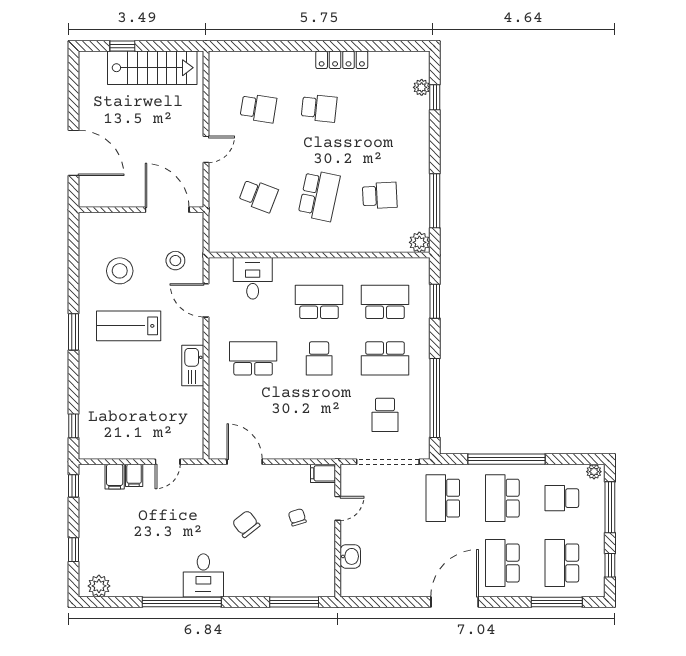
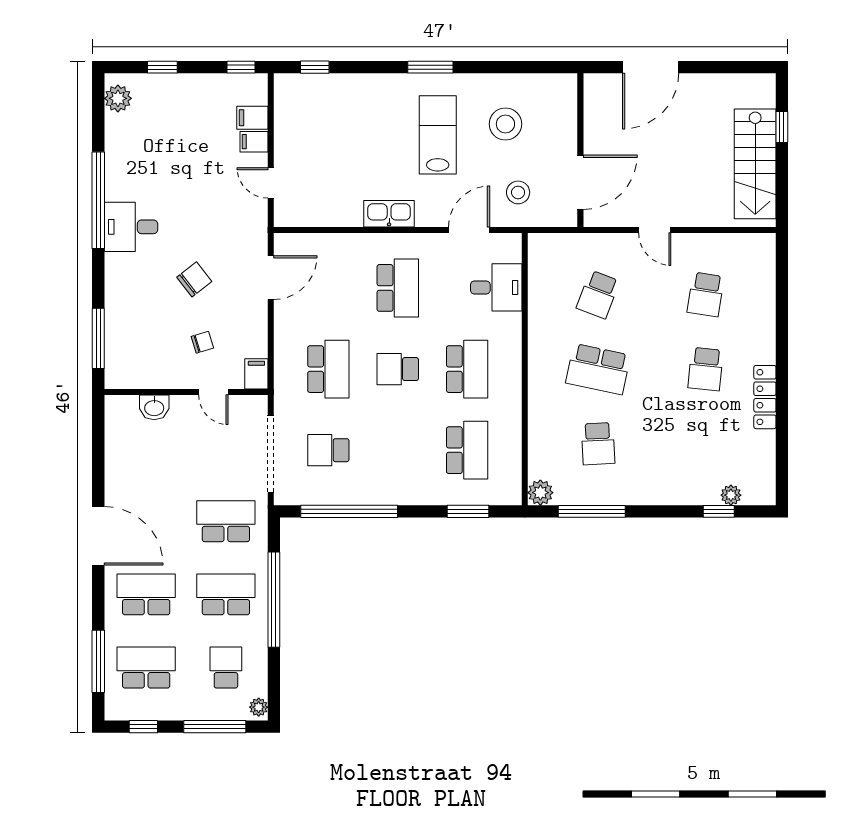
school desk: (385, 358) -> (328, 369), moved, turned 180

